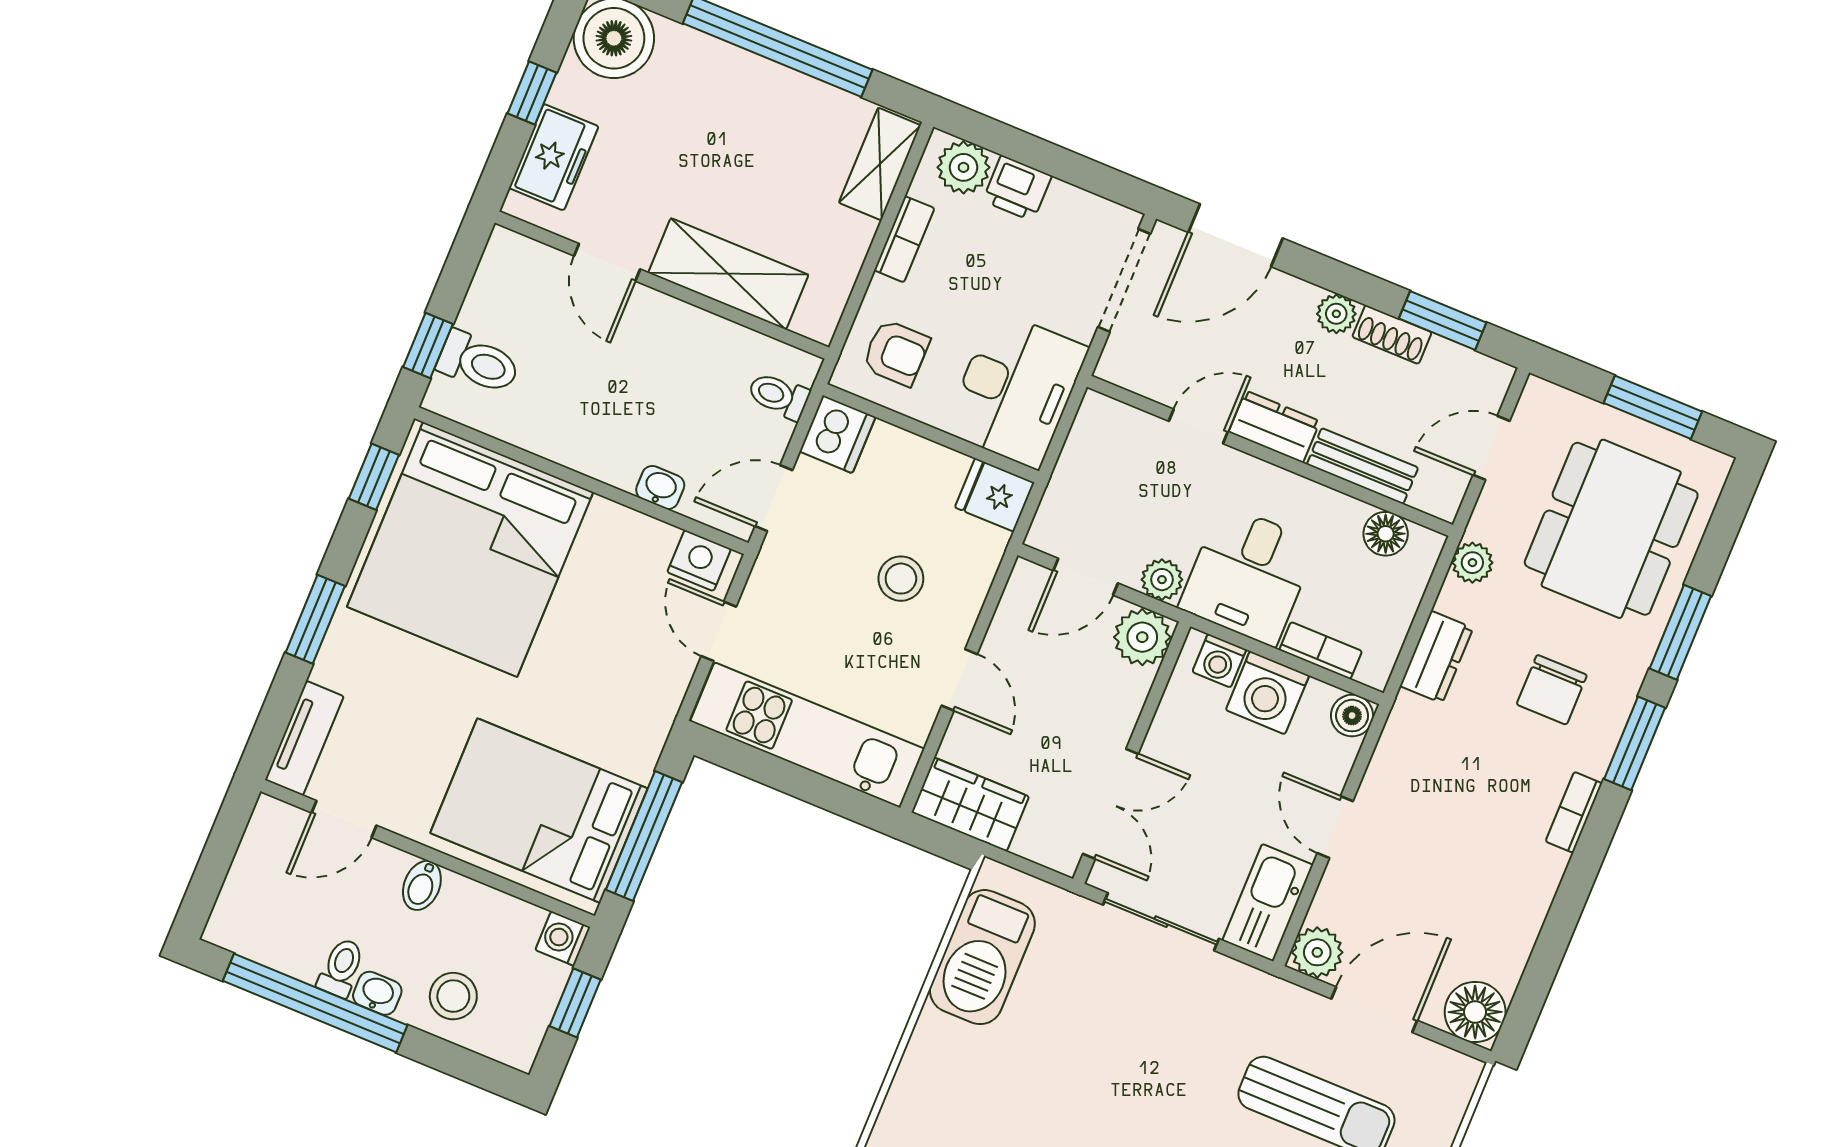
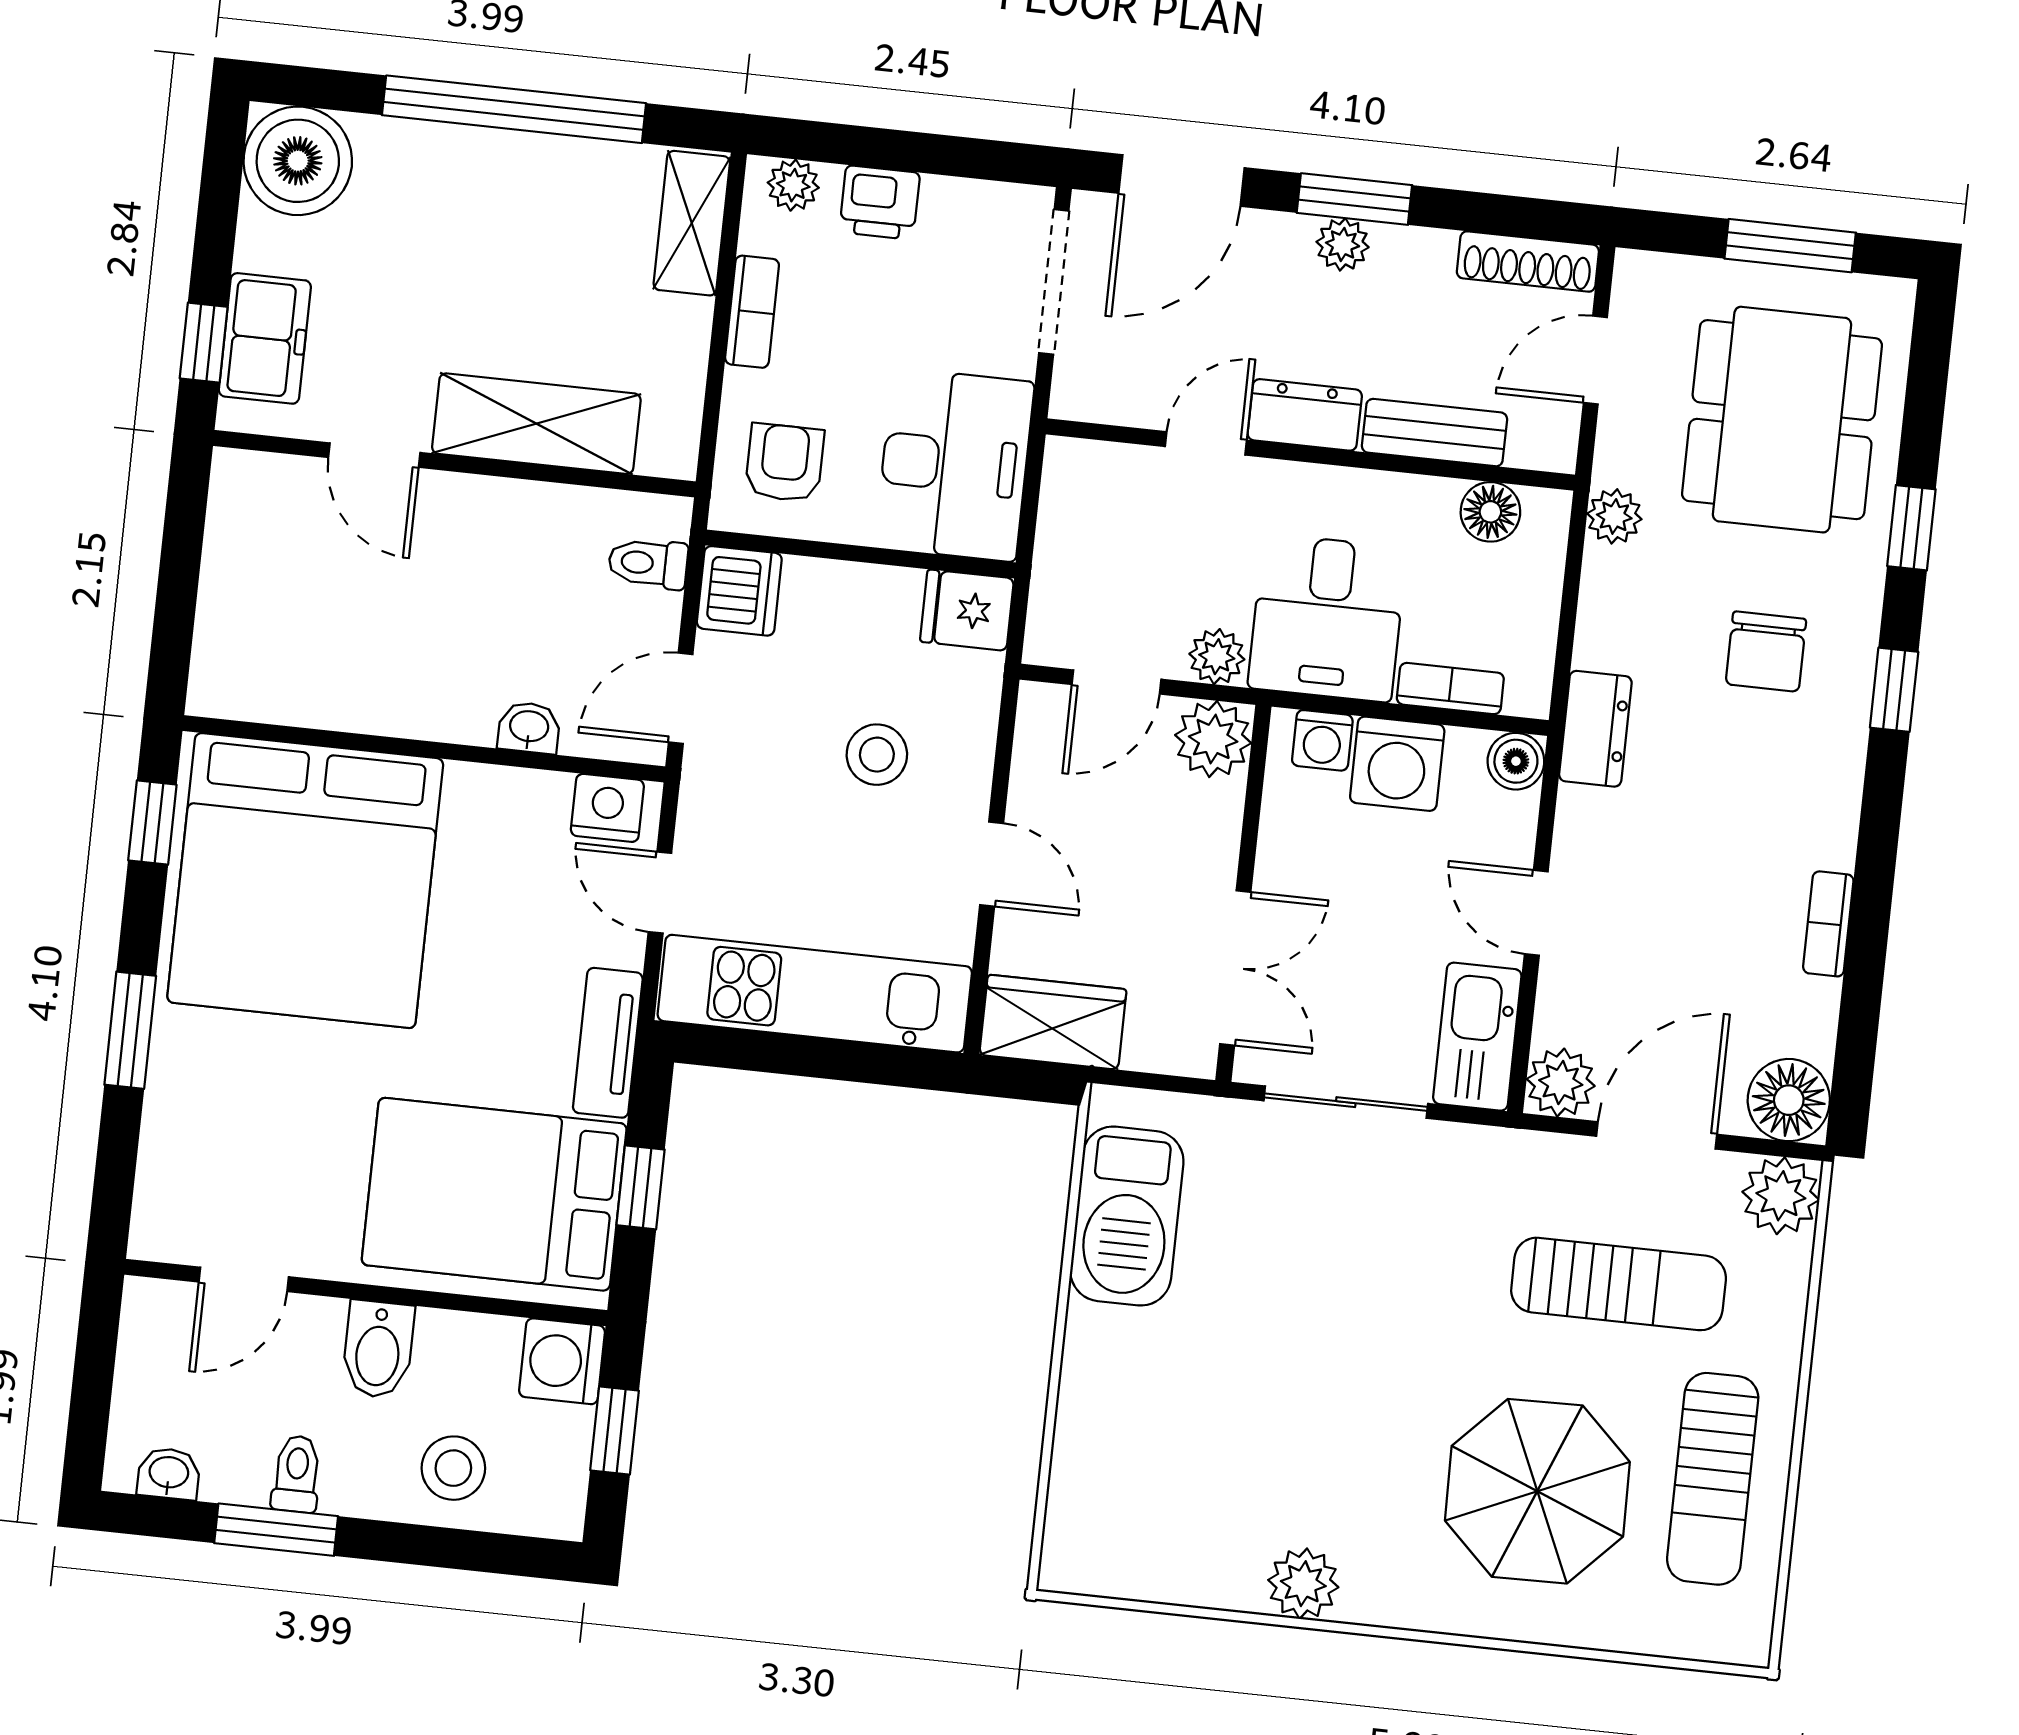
window: (532, 93) -> (204, 343), moved
plant: (963, 167) -> (793, 185), width x0.73, depth x0.73
window: (1443, 321) -> (1354, 199), moved
shoe rack: (1392, 335) -> (1528, 261), moved, width x1.43
window: (428, 345) -> (173, 631), removed
armchair: (896, 353) -> (785, 463), turned -90
toilet: (478, 363) -> (245, 634), removed
window: (1680, 632) -> (1911, 528), width x0.67
dresser: (1436, 657) -> (1595, 729), moved
tv unit: (304, 738) -> (608, 1043), moved, turned 180
window: (1635, 743) -> (1894, 690), width x0.67
bookcase: (1574, 812) -> (1828, 924), moved
window: (644, 836) -> (641, 1187), width x0.46
bidet: (422, 885) -> (378, 1349), width x1.38, depth x1.36
washing machine: (563, 939) -> (562, 1361), width x1.38, depth x1.38
washbasin: (377, 993) -> (169, 1474), moved
window: (315, 1003) -> (276, 1530), width x0.47
plant: (1450, 1078) -> (1781, 1196), added

